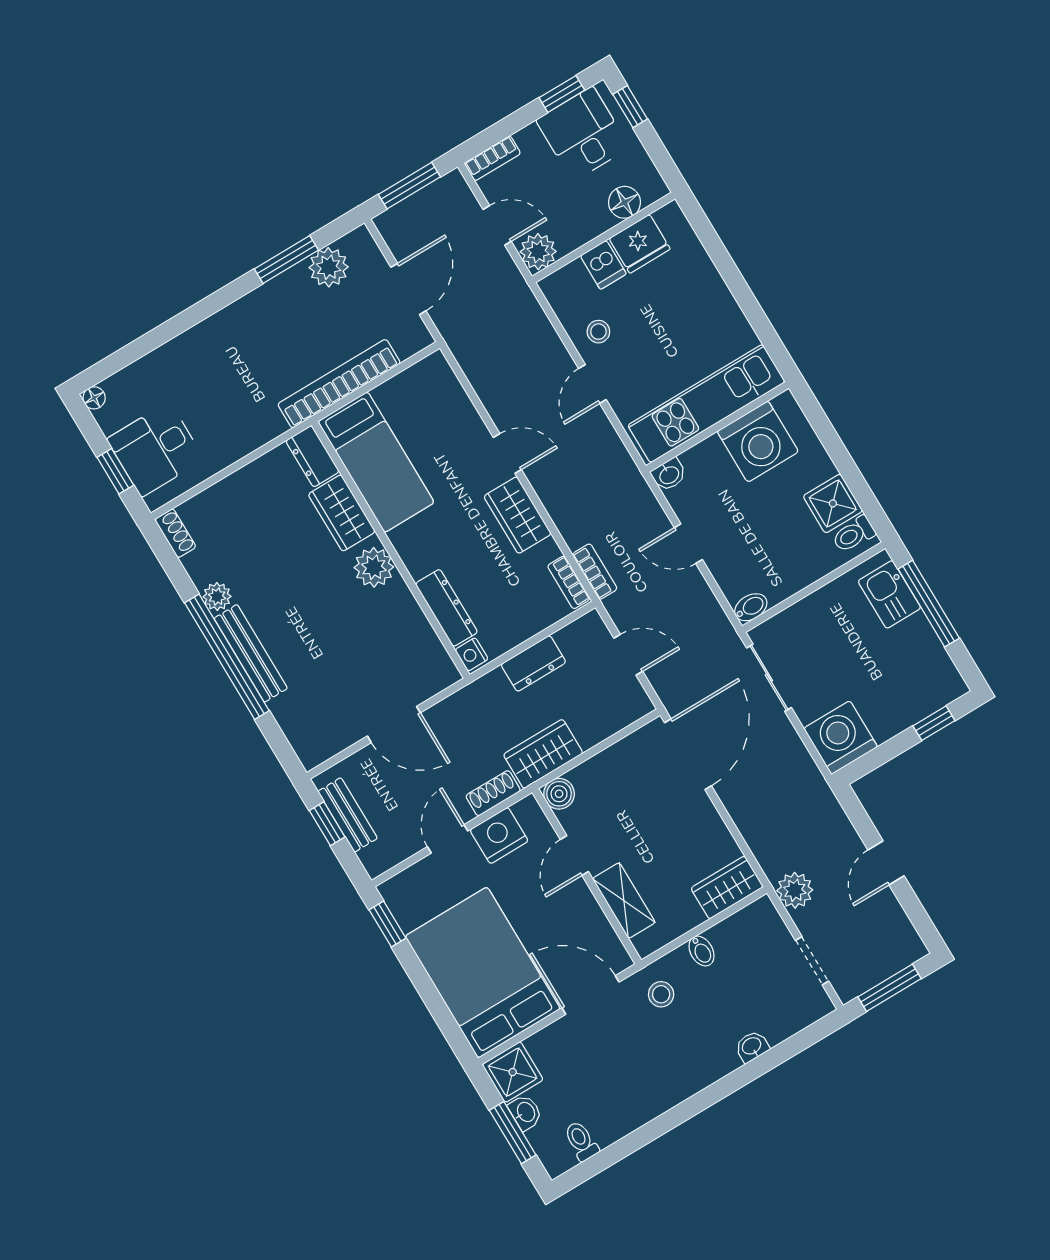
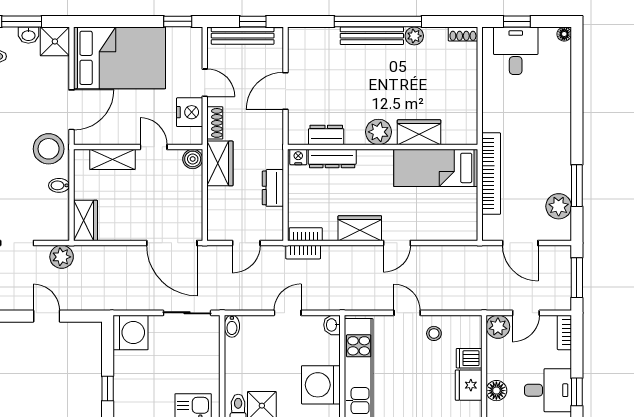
dresser: (312, 456) -> (326, 135), moved
bench: (348, 815) -> (243, 36), width x1.36
stool: (661, 994) -> (49, 149), width x1.89, depth x1.89

